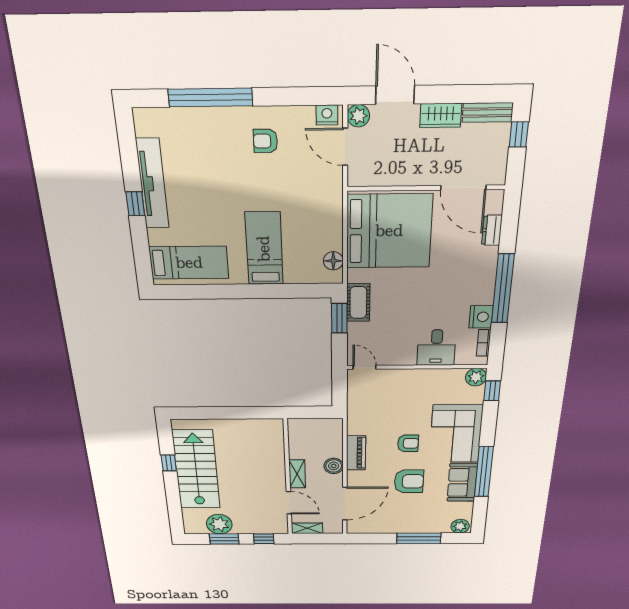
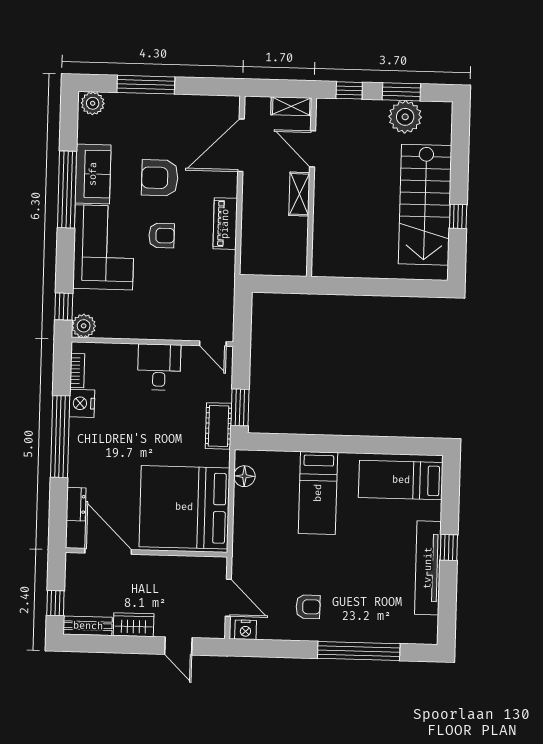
door: (395, 95) -> (178, 646), width x0.73
plant: (358, 116) -> (214, 628), removed
desk: (436, 348) -> (159, 367), moved
armchair: (408, 443) -> (162, 235), turned 180
boiler: (334, 466) -> (253, 205), removed

